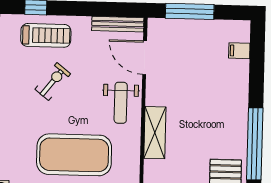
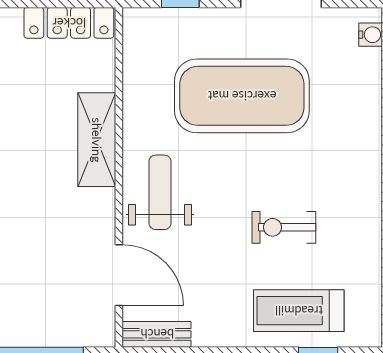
bench: (118, 24) -> (157, 334), width x0.73
exercise bike: (53, 82) -> (284, 227), turned 52

